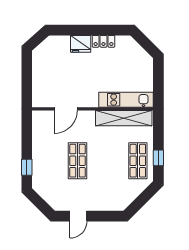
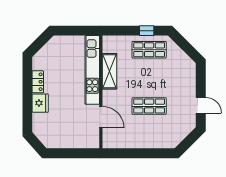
kitchen unit: (126, 100) -> (92, 70), width x1.36
shelving: (124, 118) -> (109, 71), width x0.68
window: (27, 167) -> (155, 153), removed

